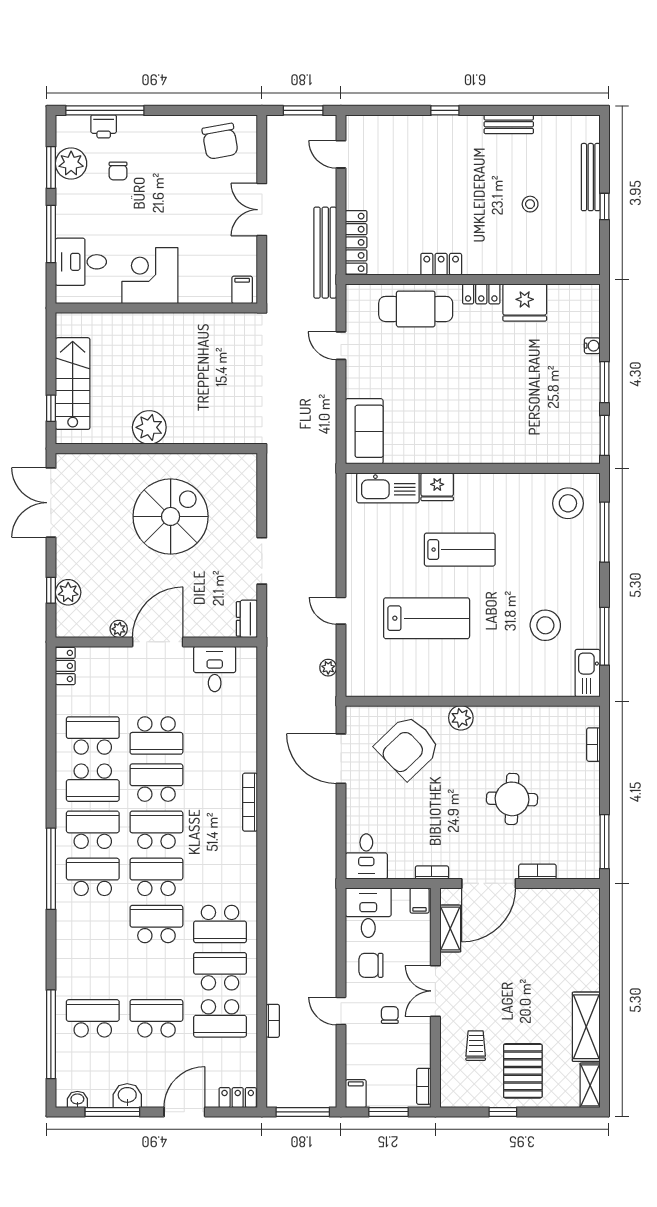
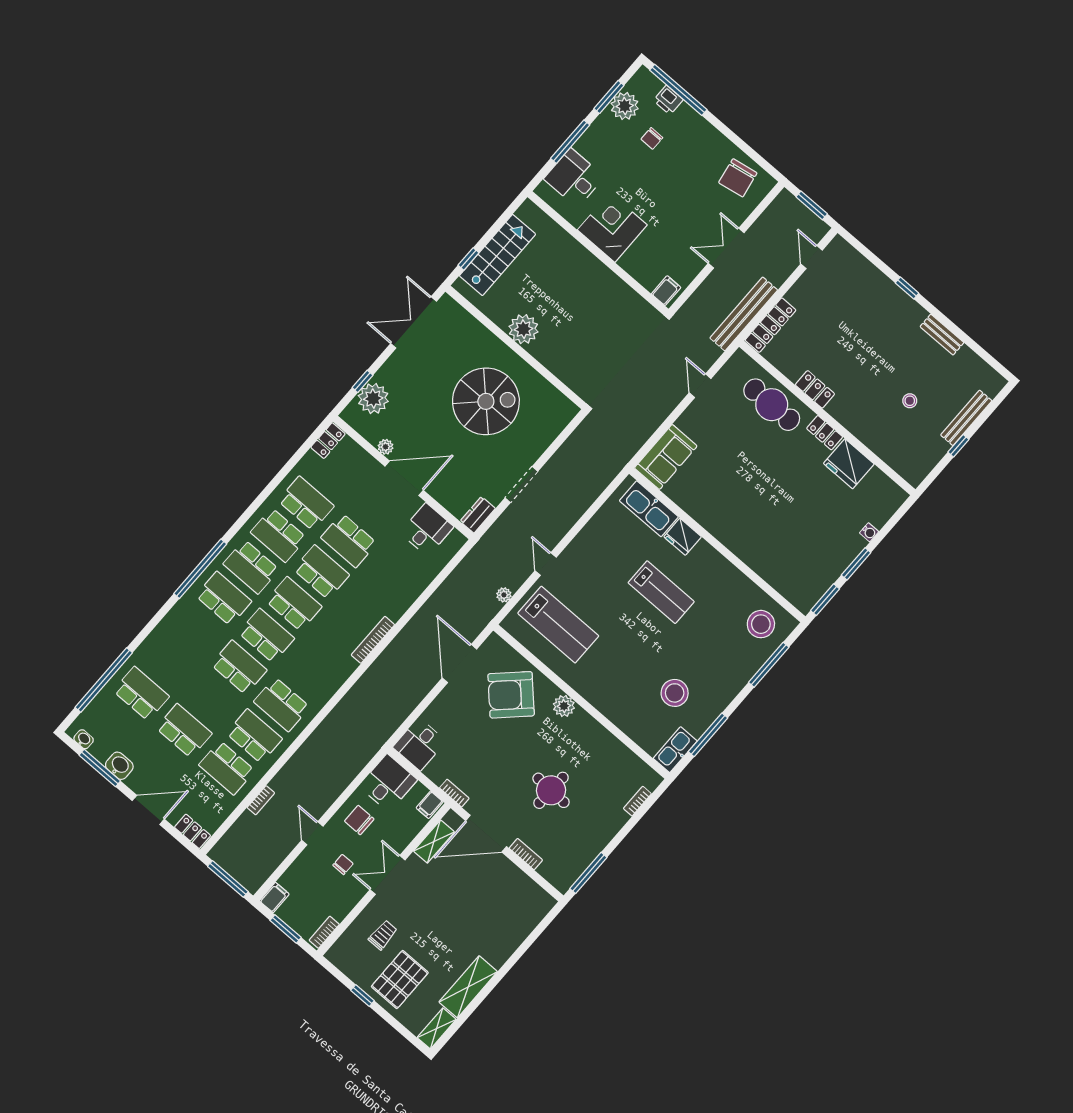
plant: (68, 592) -> (373, 399), width x1.36, depth x1.36
lab bench: (427, 618) -> (558, 625), moved
school desk: (93, 830) -> (251, 567), turned 180

